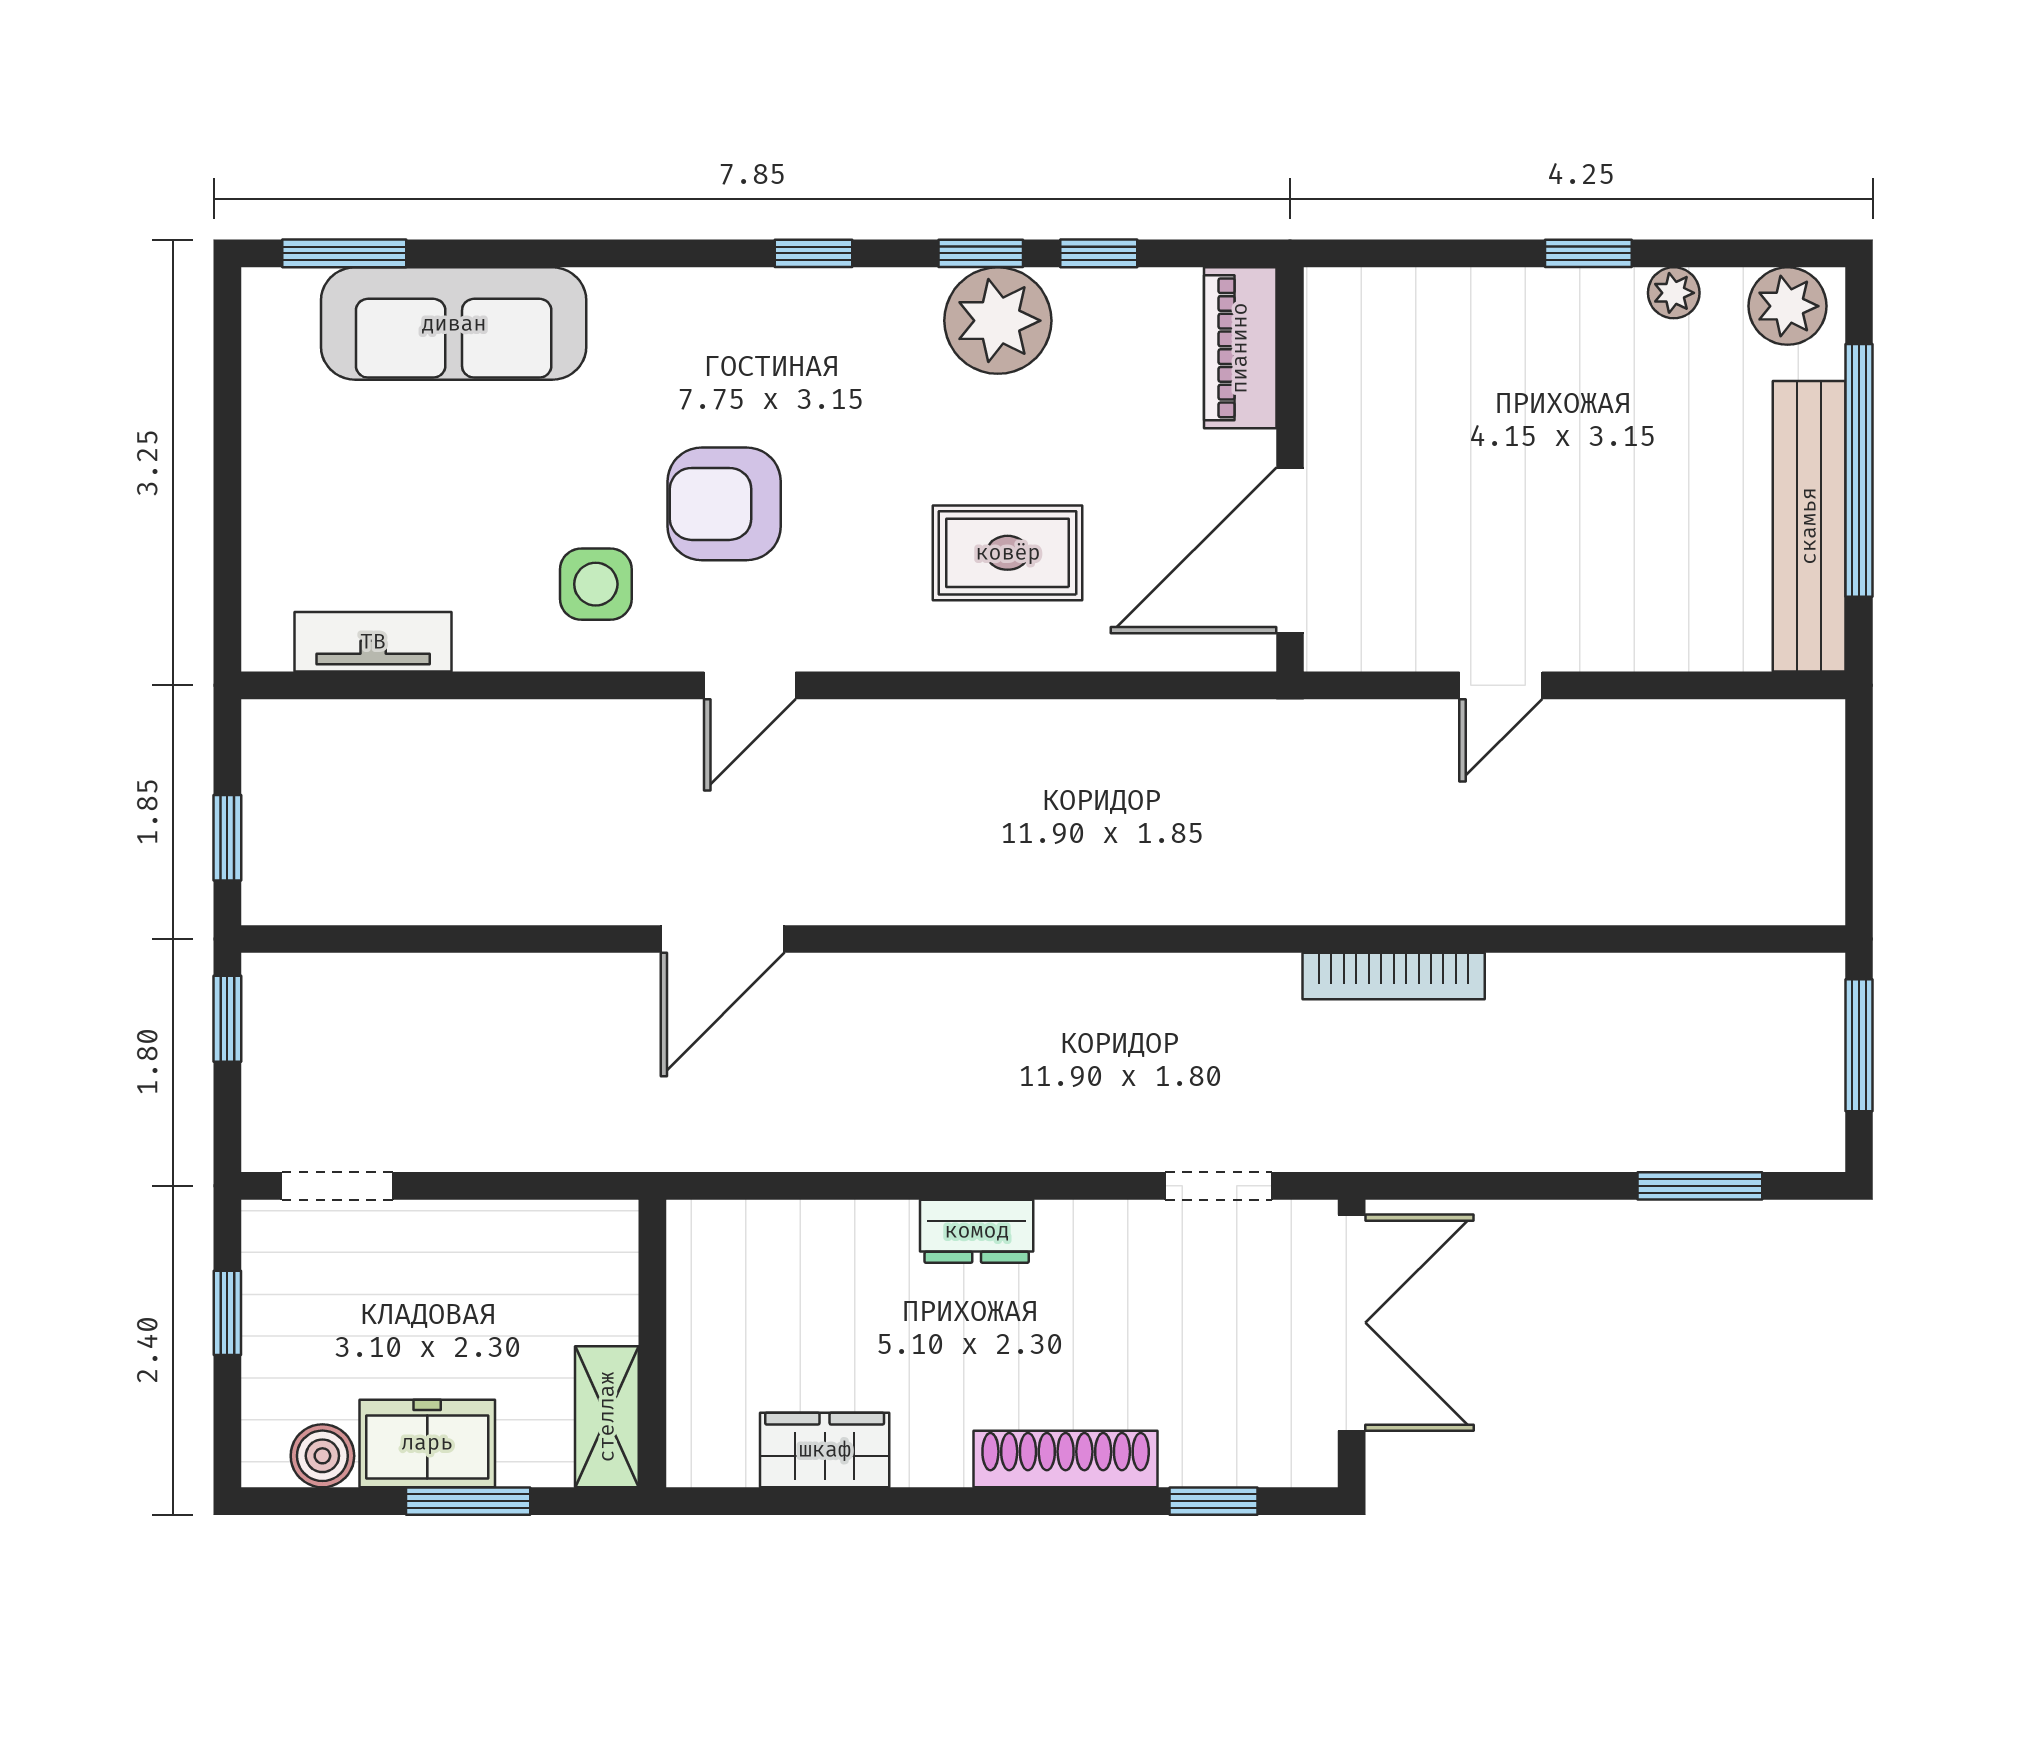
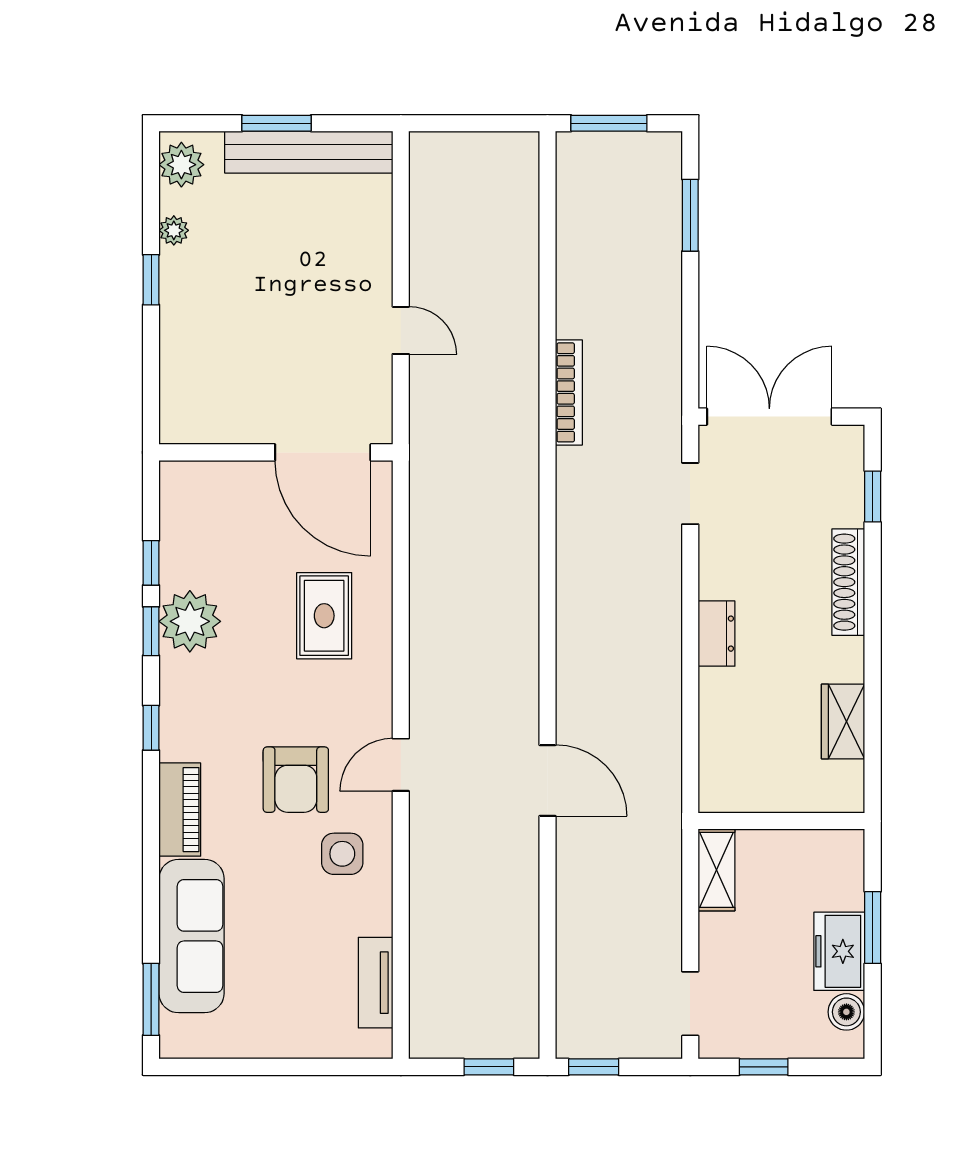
piano: (1240, 348) -> (180, 810), moved, turned -90
window: (1859, 470) -> (277, 123), width x0.47
door: (750, 685) -> (401, 765), swing flipped
shelving: (607, 1417) -> (717, 870), moved, turned 90

